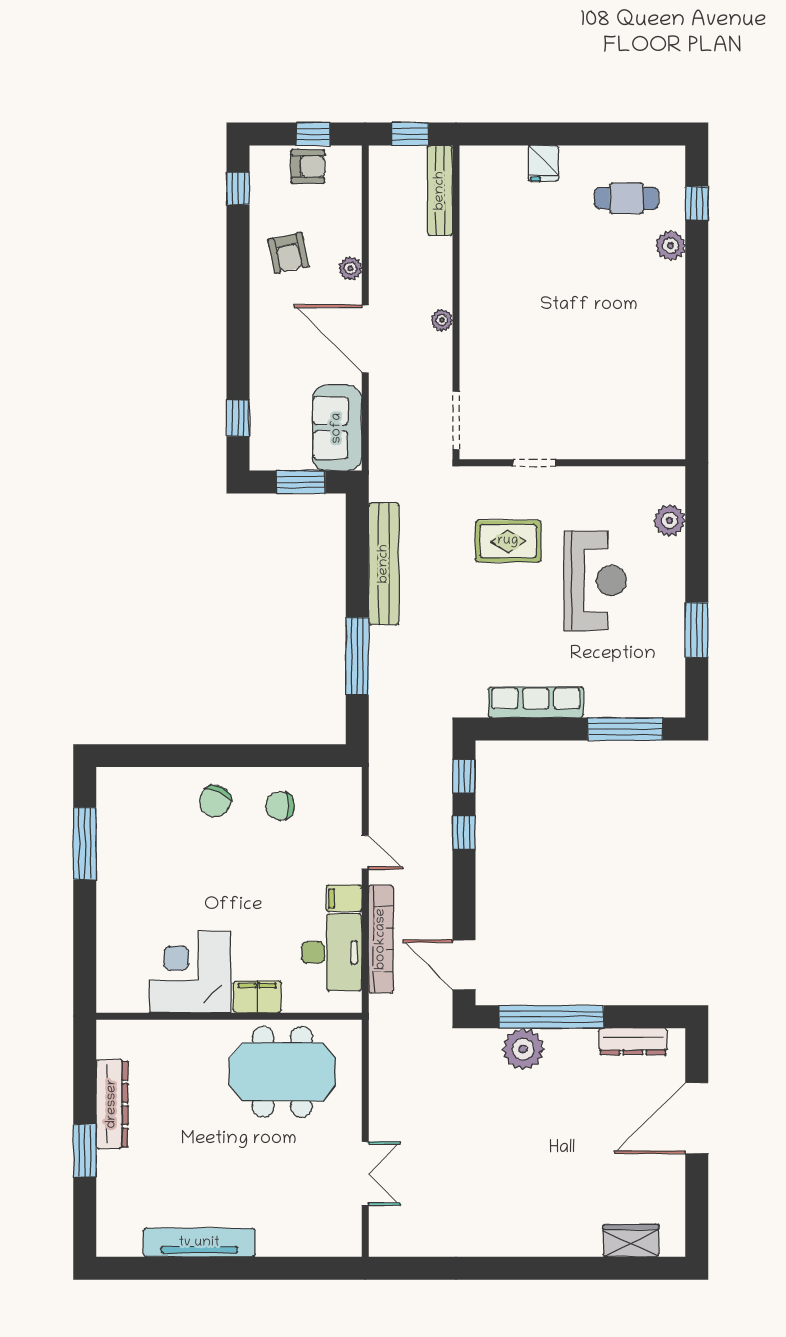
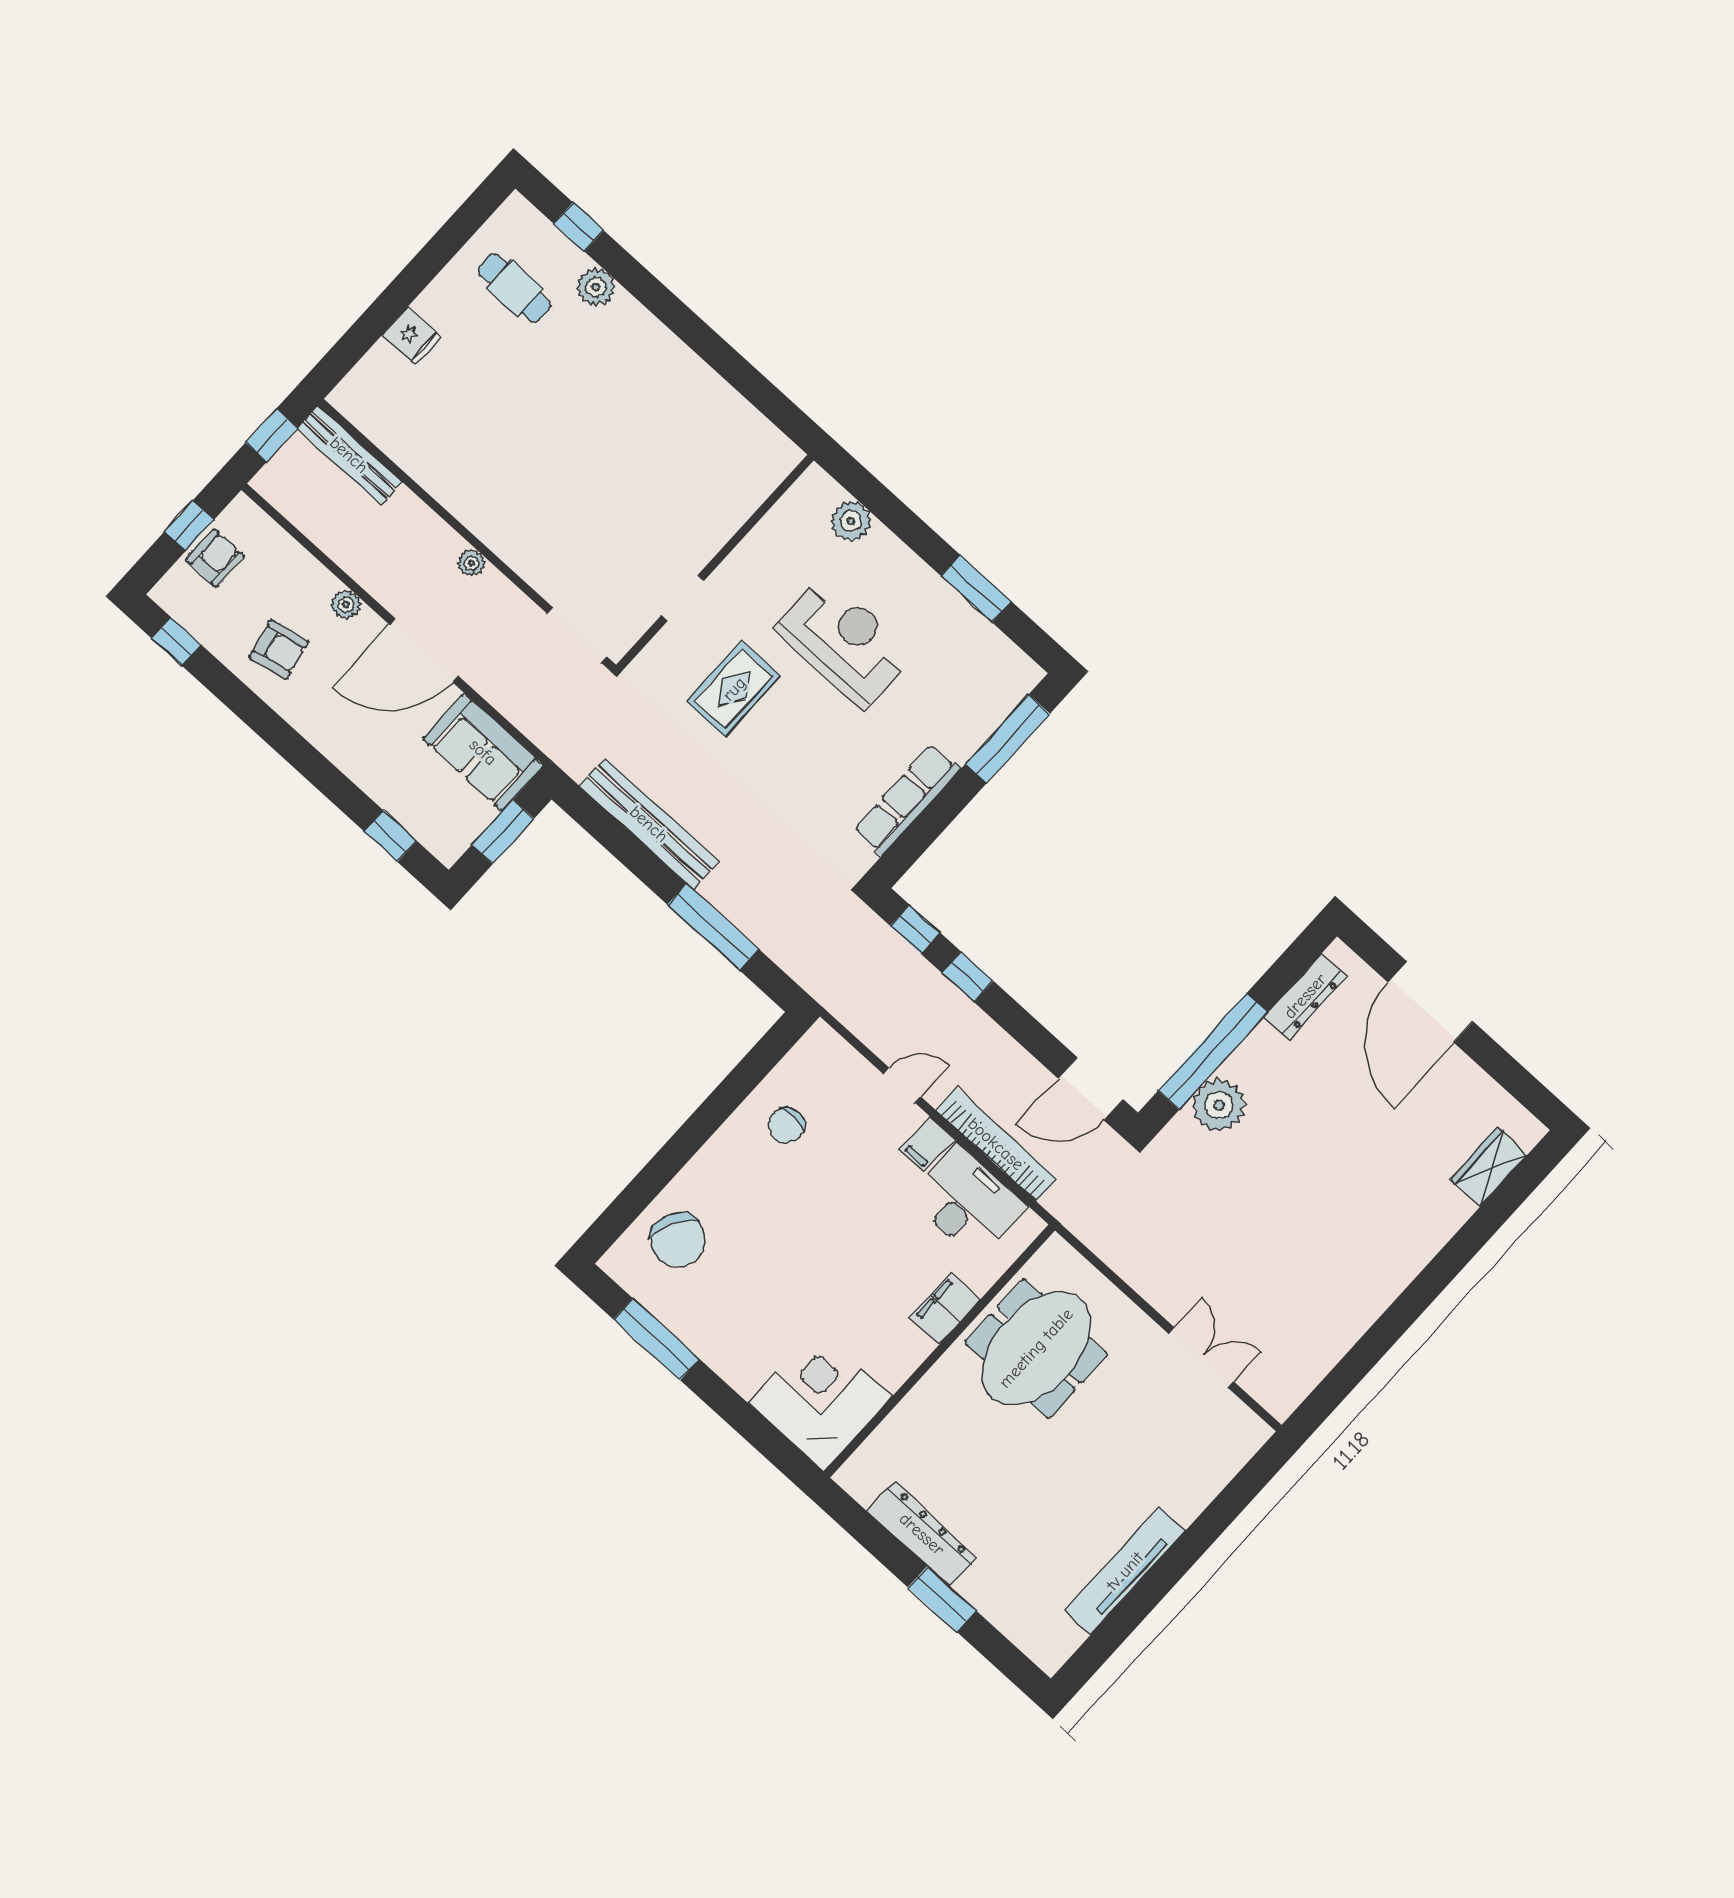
cafe table: (626, 198) -> (514, 288), turned 90
chair: (215, 801) -> (678, 1240), moved, width x1.37, depth x1.37
corner desk: (190, 972) -> (820, 1399), moved, turned 90

